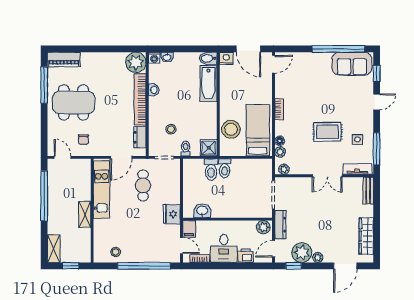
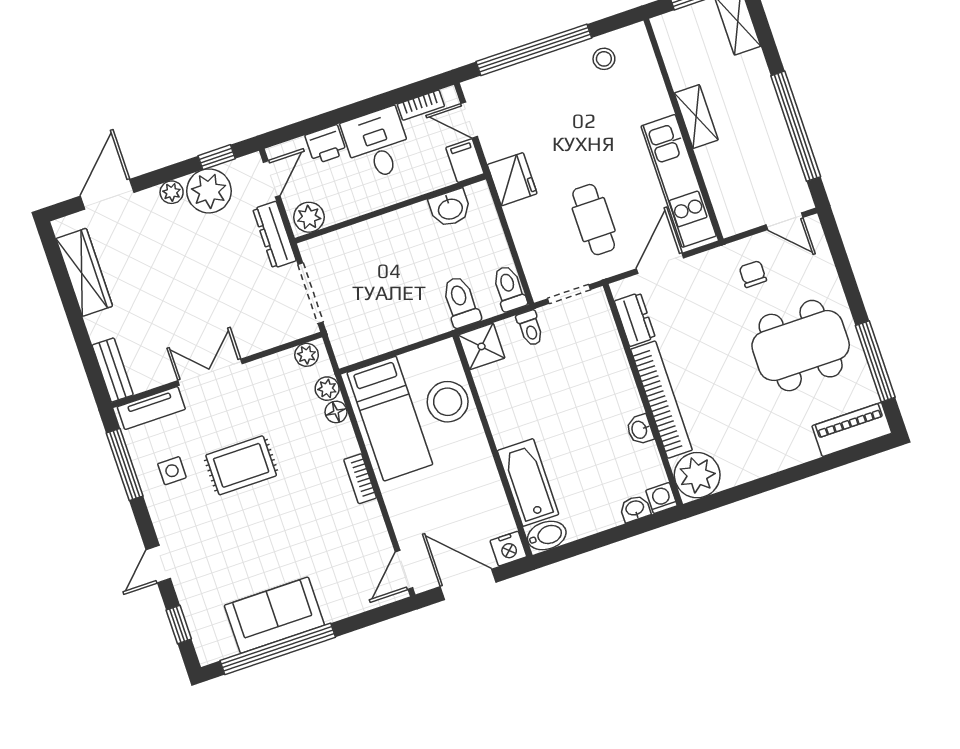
sofa: (352, 64) -> (274, 615), moved
stool: (171, 129) -> (575, 359), removed
toilet: (225, 168) -> (509, 288), moved

